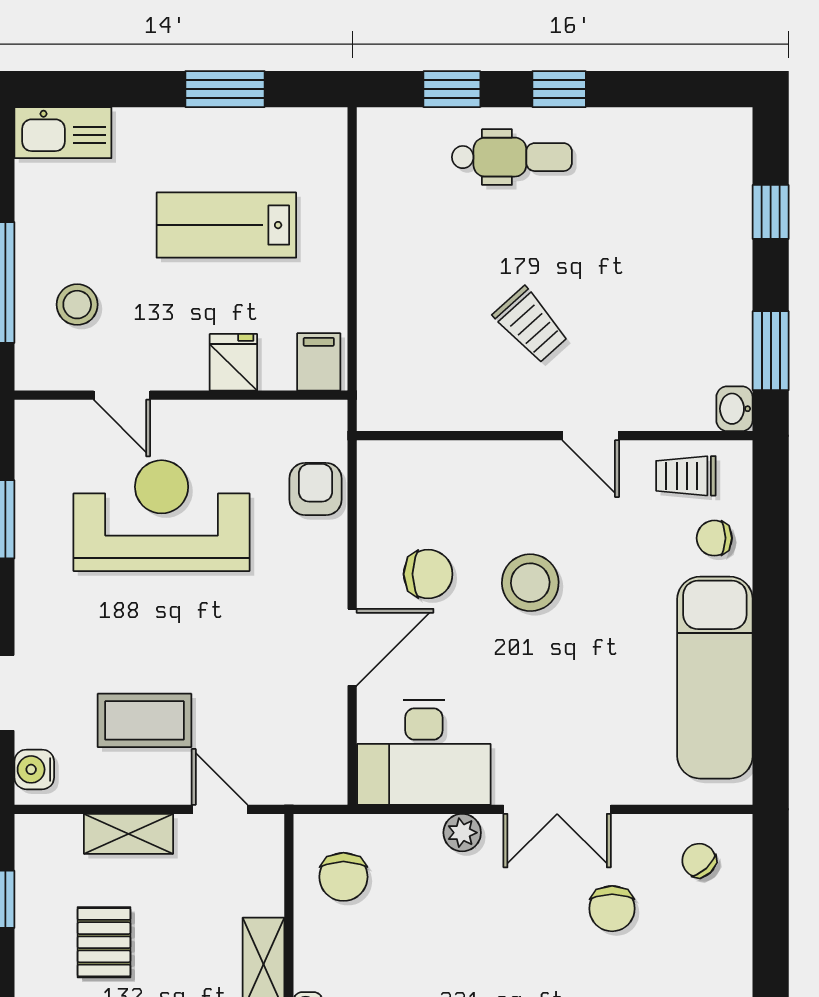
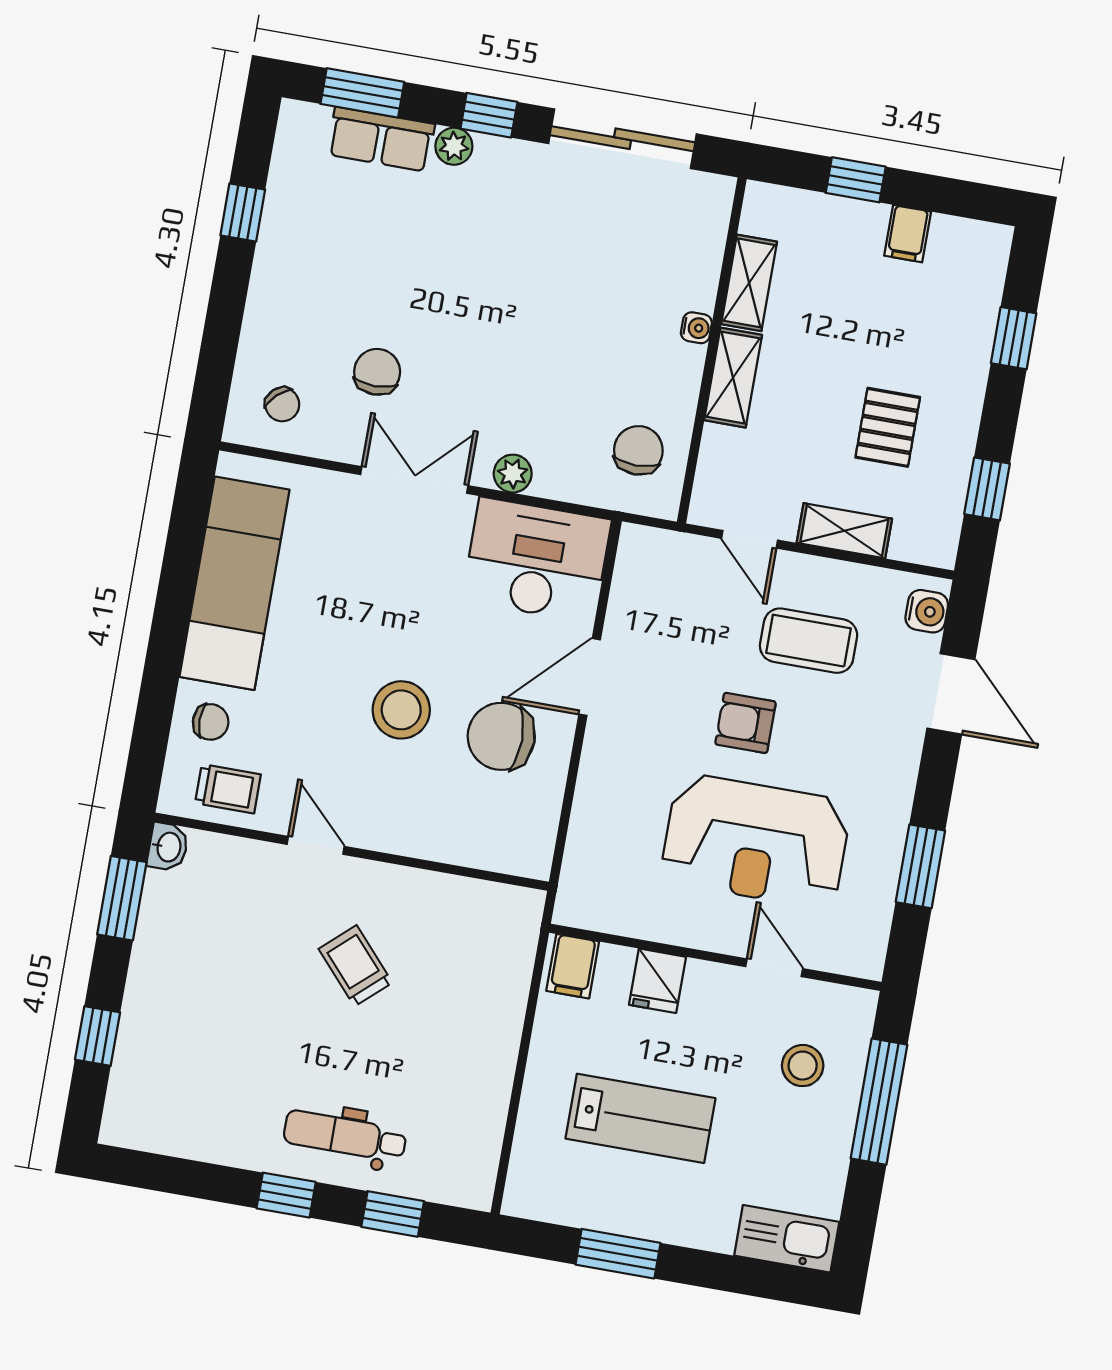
armchair: (316, 489) -> (746, 723), moved, turned 90
chair: (428, 574) -> (501, 736), width x1.37, depth x1.37

